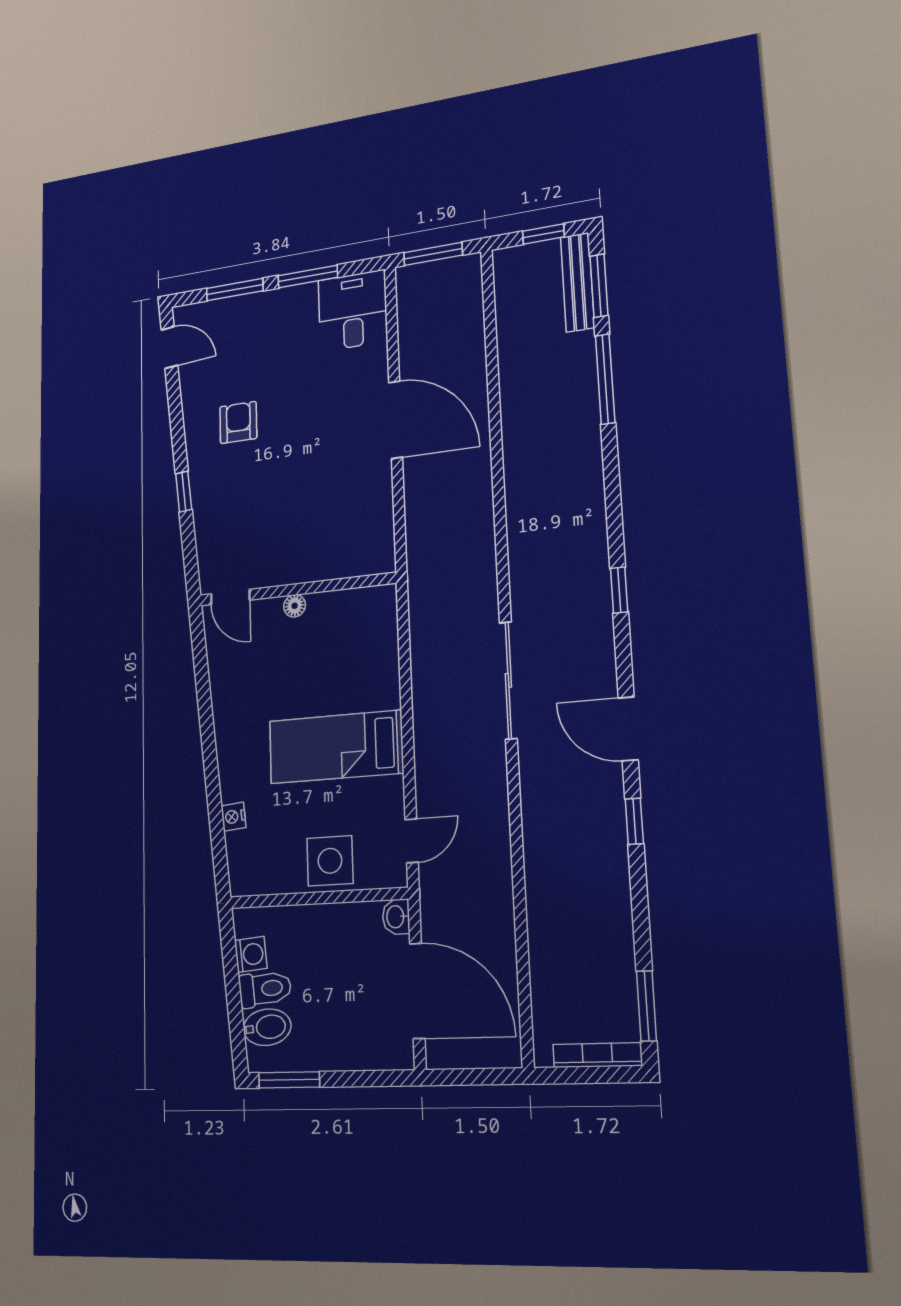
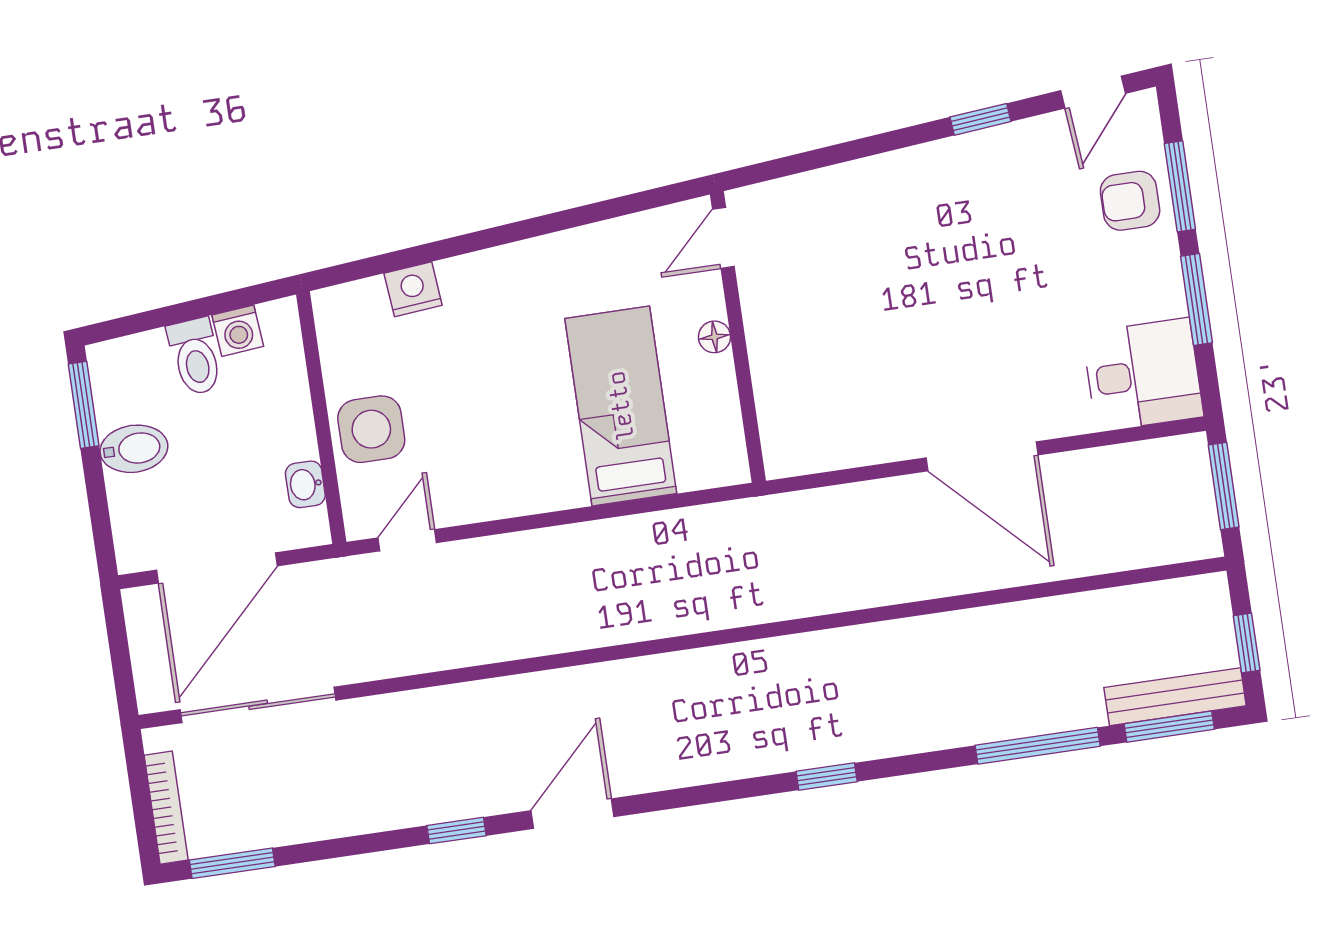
door: (396, 420) -> (982, 456), hinge flipped
armchair: (238, 423) -> (1130, 201), moved, turned 180
window: (184, 492) -> (980, 119), moved
window: (619, 590) -> (827, 777), moved
sliding door: (508, 680) -> (258, 705), moved
bed: (336, 747) -> (621, 406), moved
nightstand: (233, 817) -> (413, 289), width x1.39, depth x1.35
door: (412, 841) -> (407, 540), swing flipped
washbasin: (396, 917) -> (305, 484), moved, turned -90
bidet: (267, 1027) -> (134, 449), moved, turned -85

